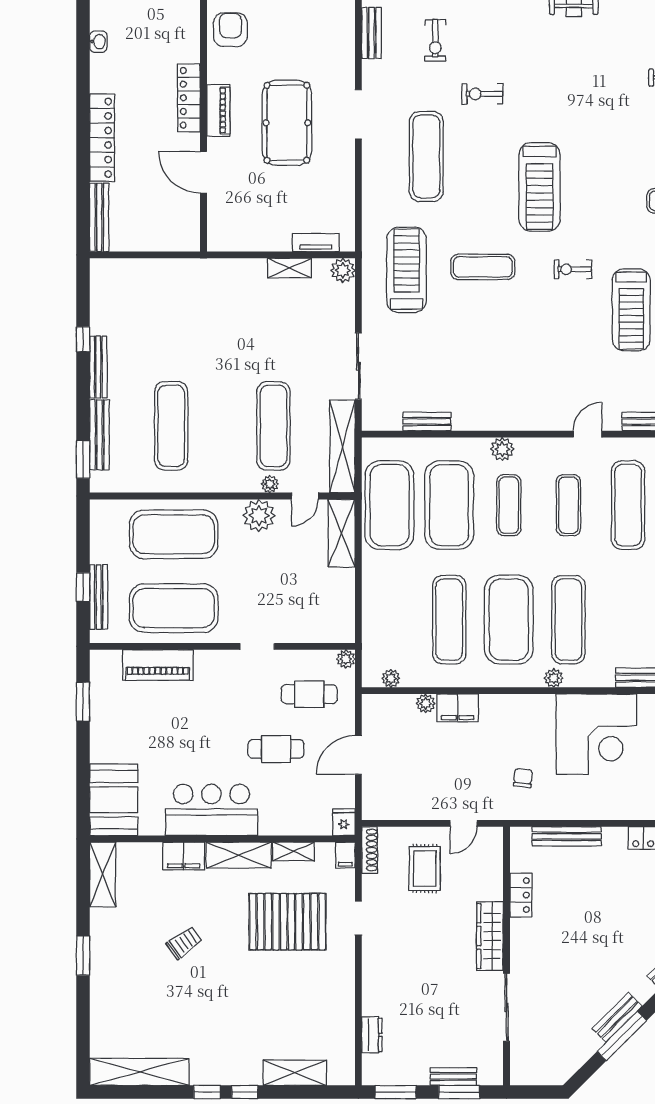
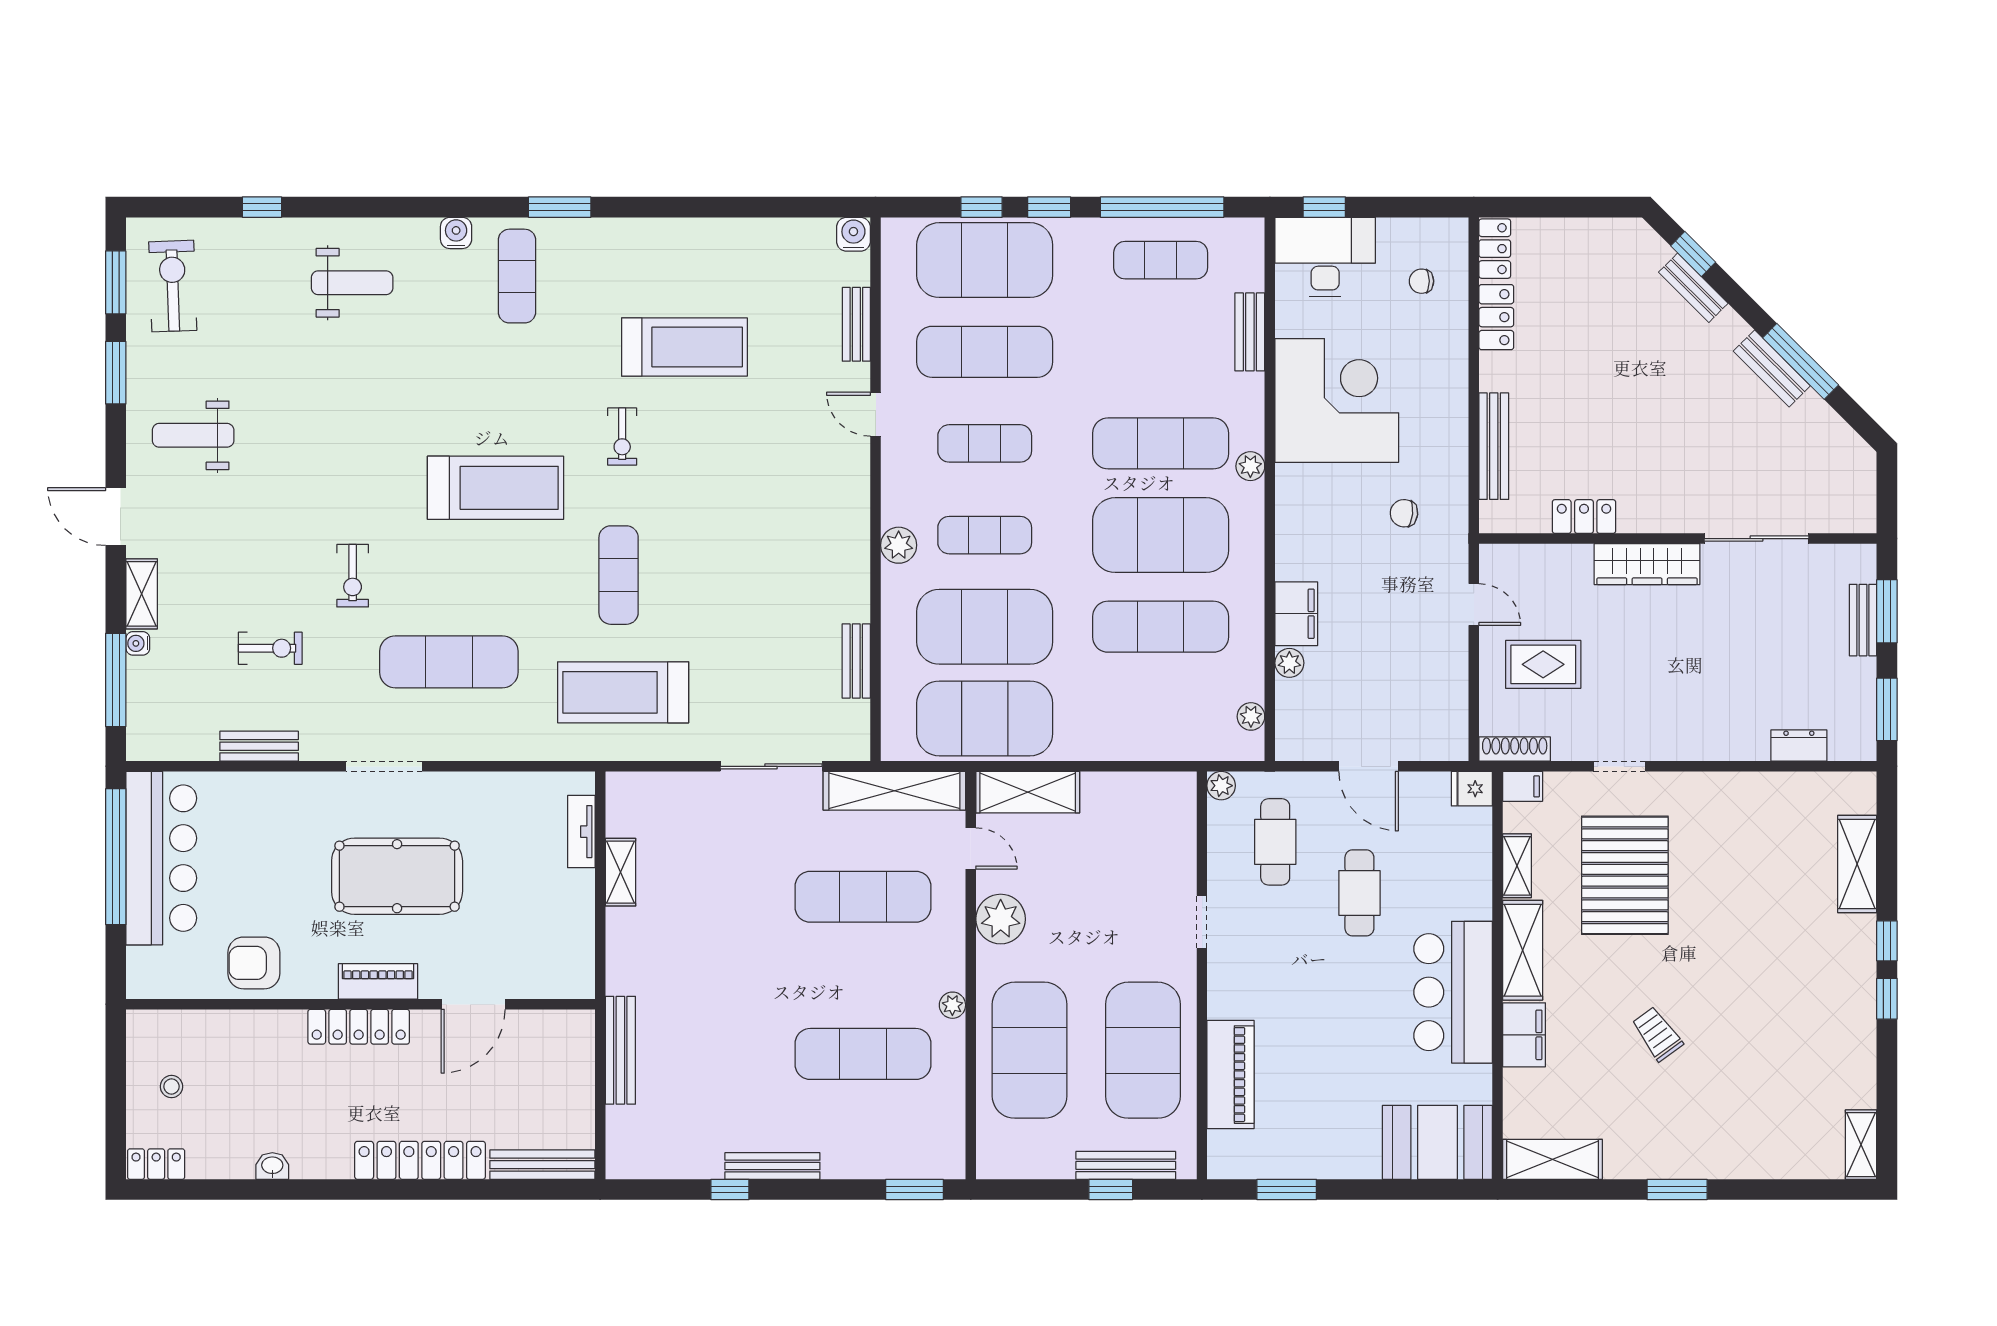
plant: (343, 270) -> (624, 790), removed
bench: (99, 435) -> (620, 1050), moved, turned 90
plant: (270, 484) -> (952, 1005), moved
shelving: (139, 1072) -> (1861, 1145), width x0.45, depth x0.75

